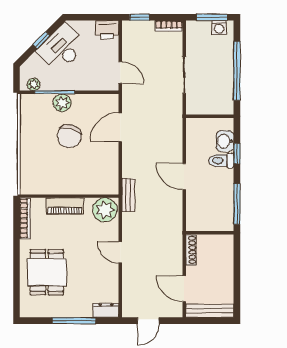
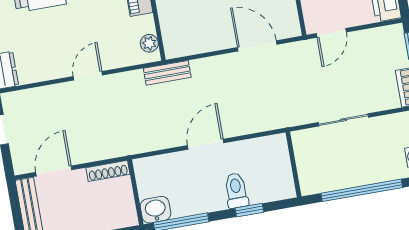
washbasin: (225, 141) -> (156, 210), moved
plant: (105, 210) -> (149, 43), width x0.53, depth x0.53

